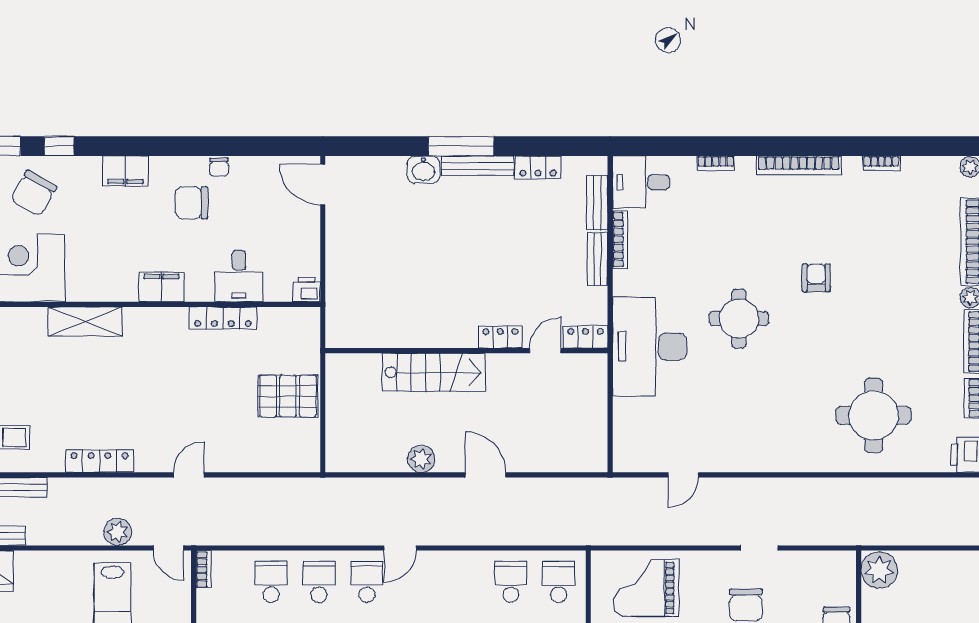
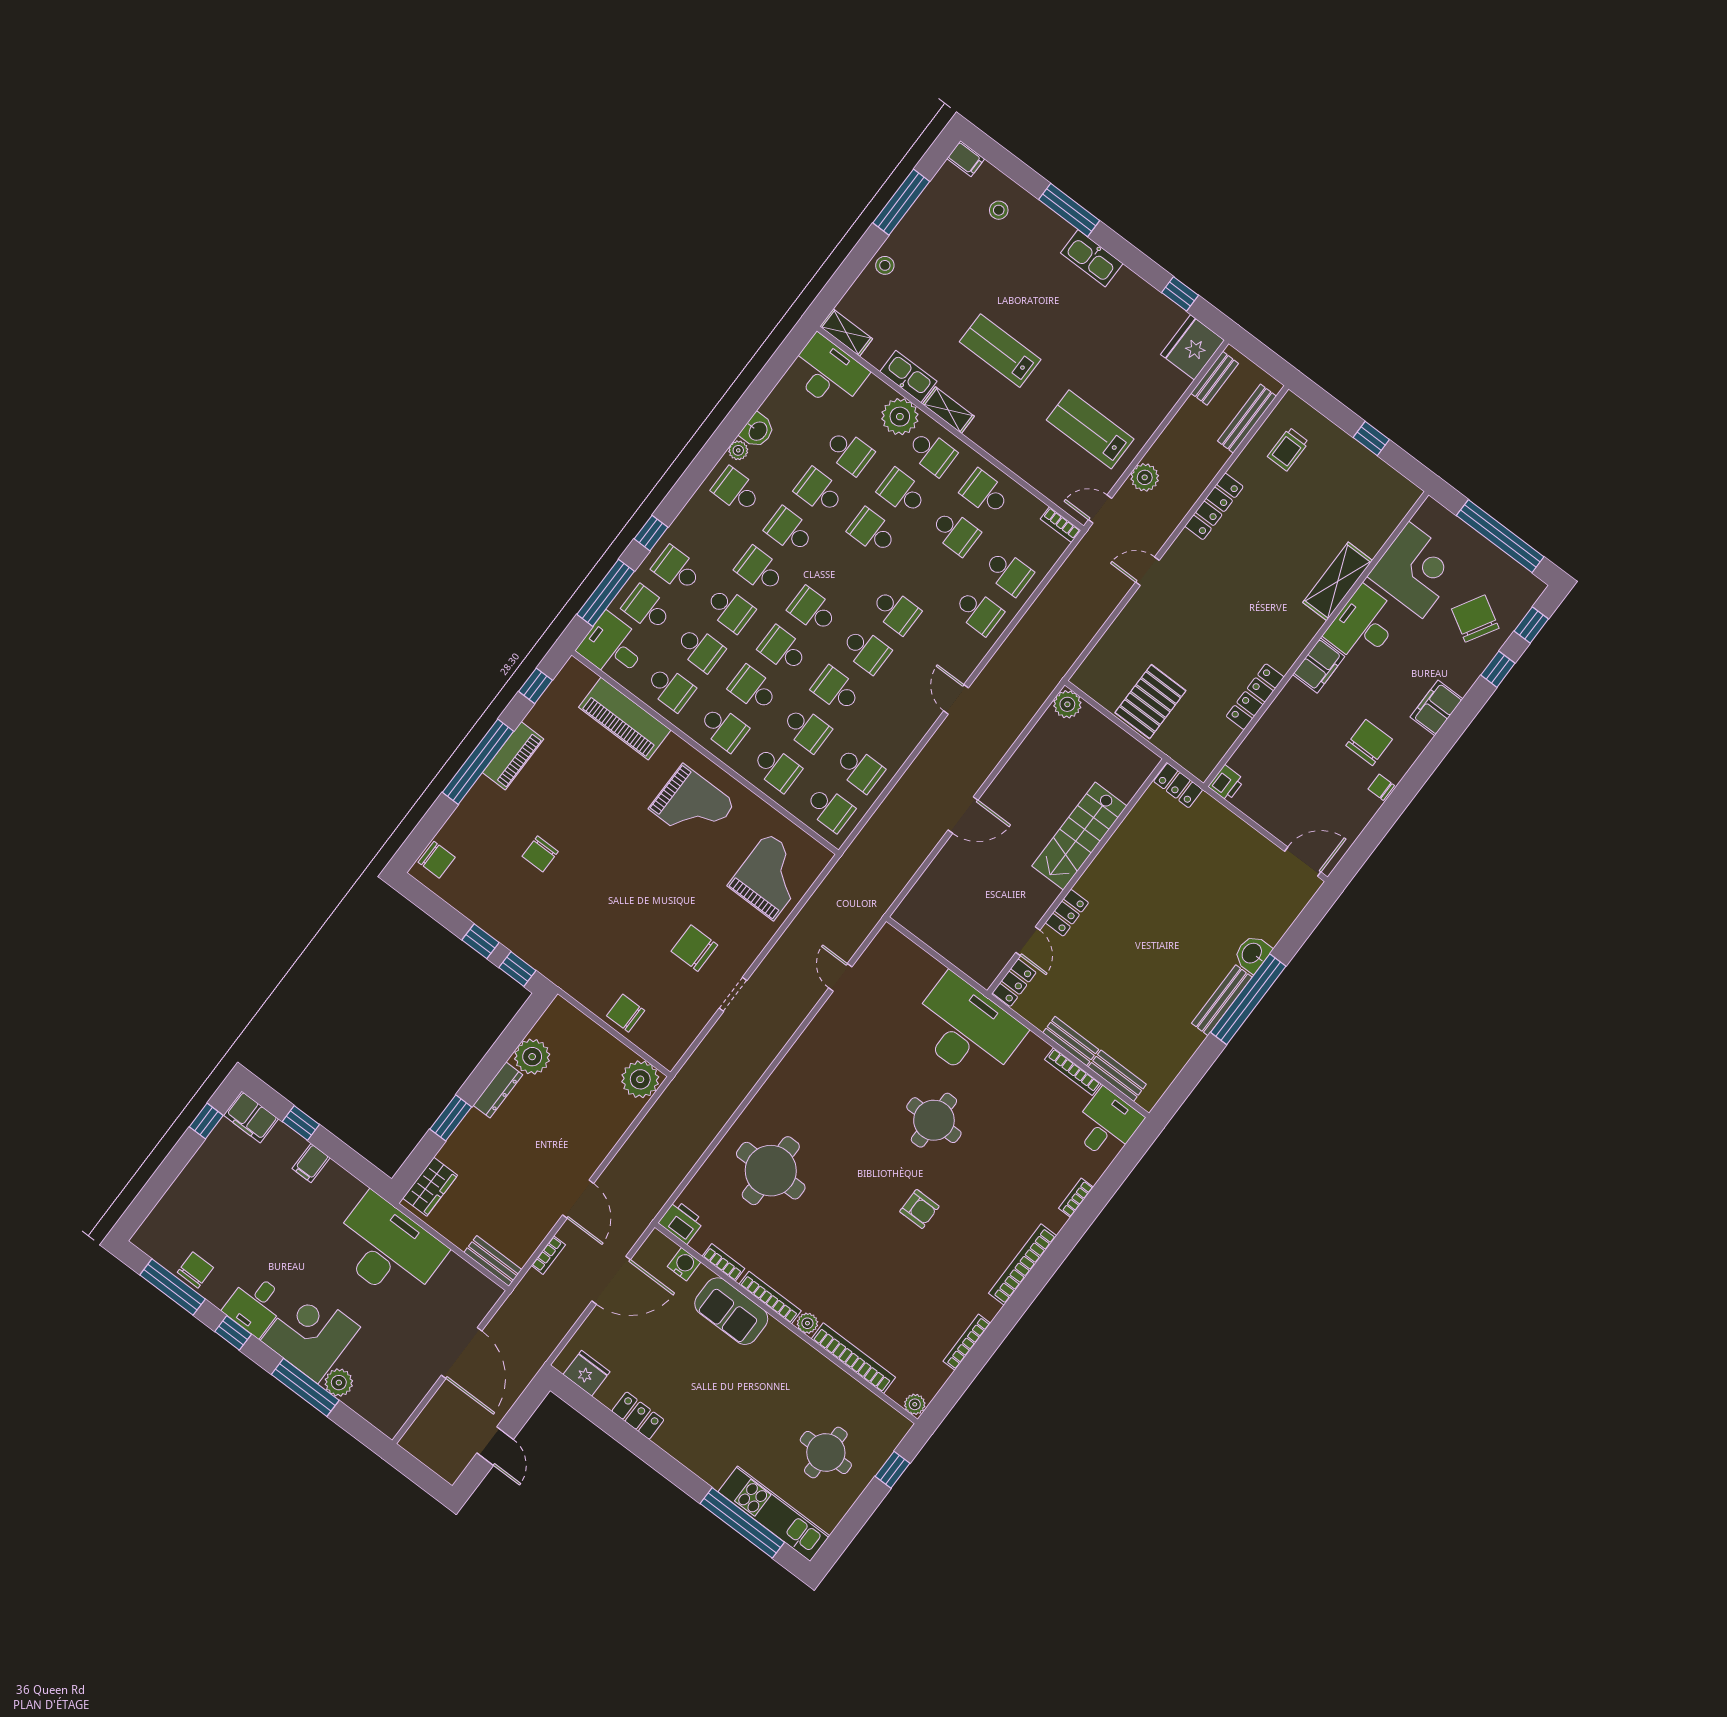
window: (461, 146) -> (1248, 999), width x1.46
bookcase: (881, 163) -> (967, 1342), width x1.56
locker: (538, 167) -> (1178, 785), moved, turned -90
desk: (239, 276) -> (1363, 625), moved, width x1.37
plant: (421, 459) -> (1067, 704), moved
door: (189, 475) -> (1147, 571), swing flipped
school desk: (367, 582) -> (949, 651), removed

